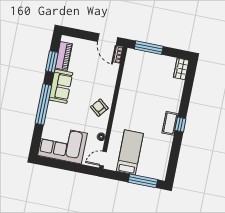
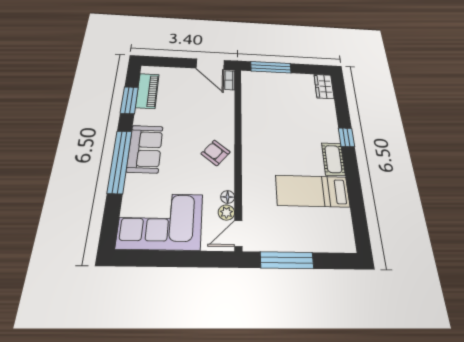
sofa: (61, 86) -> (145, 149), moved
window: (180, 124) -> (346, 137), moved
plant: (99, 146) -> (226, 213), added
bed: (130, 152) -> (312, 191), moved, turned -90
window: (143, 181) -> (287, 260), moved

